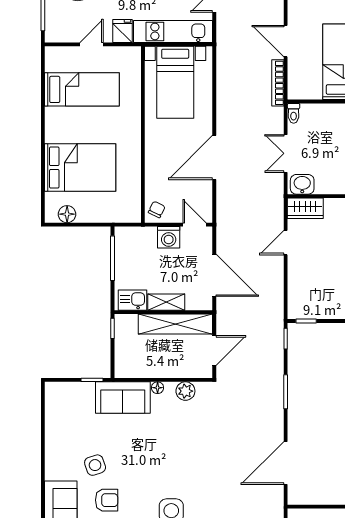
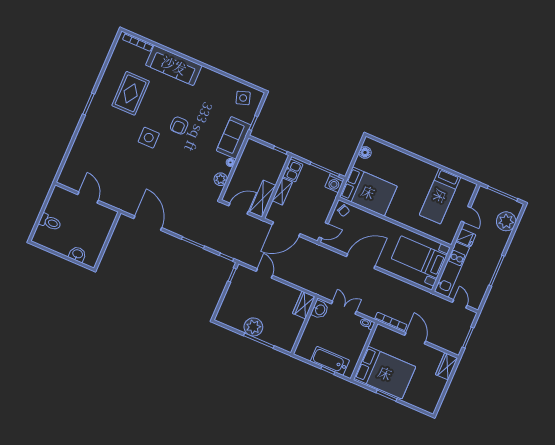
door: (286, 41) -> (415, 338), hinge flipped
door: (214, 158) -> (361, 261), hinge flipped
bed: (80, 168) -> (368, 192), moved, turned -90
washing machine: (169, 237) -> (335, 183), moved, turned -90
door: (286, 243) -> (264, 273), moved
shelving: (175, 324) -> (263, 199), width x0.68
door: (214, 350) -> (239, 209), swing flipped
side table: (95, 465) -> (243, 98), moved
armchair: (107, 500) -> (179, 126), moved

